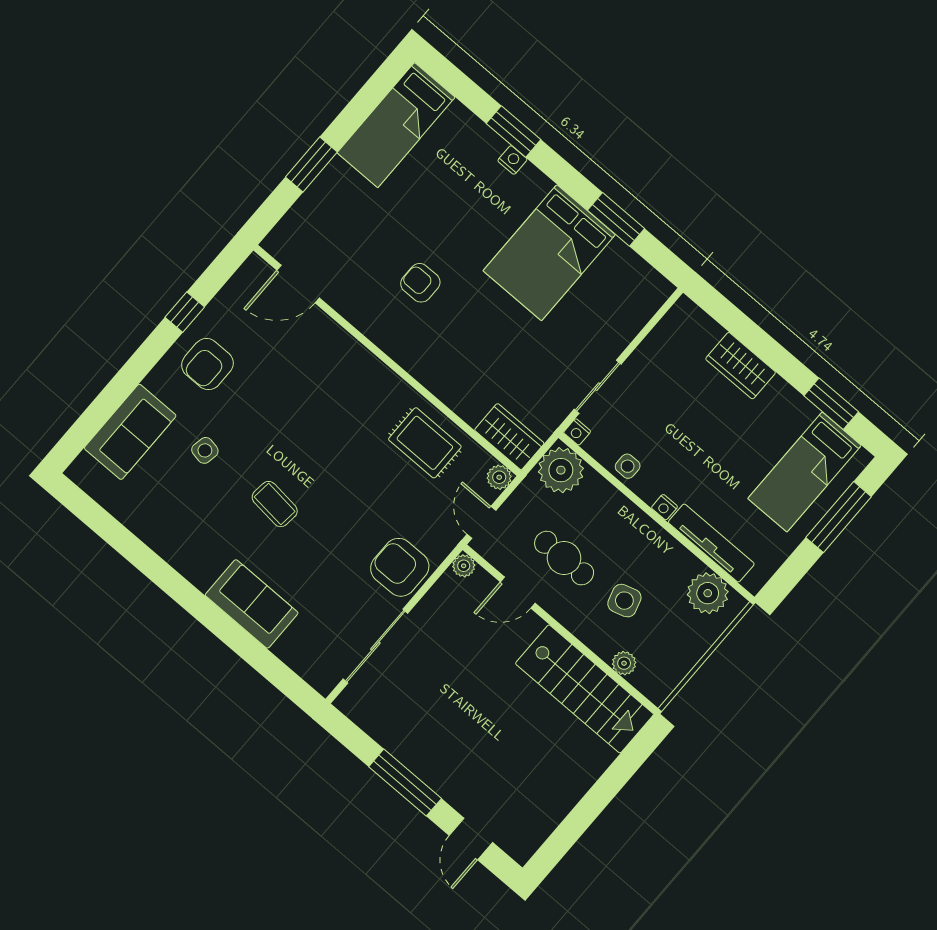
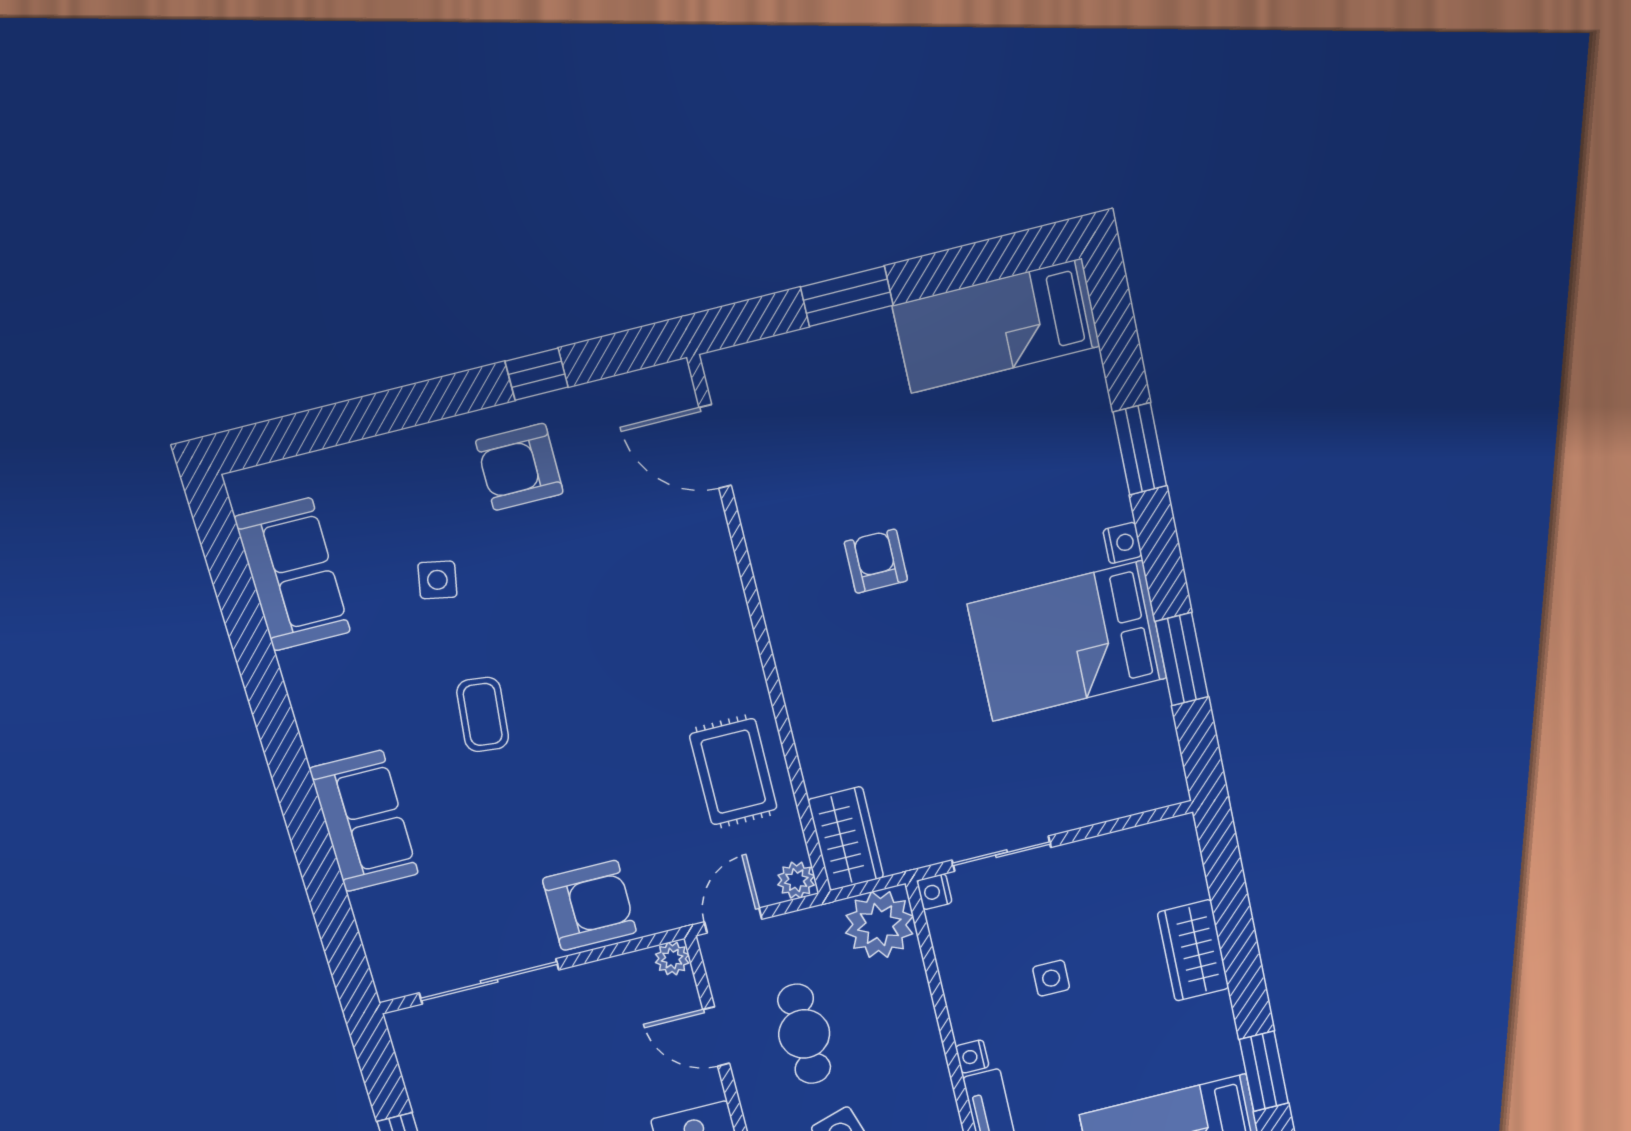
nightstand: (512, 160) -> (1122, 543), moved
sofa: (130, 432) -> (292, 575), moved, turned -90
side table: (628, 466) -> (1051, 978), moved
armchair: (400, 567) -> (589, 905), turned 90

